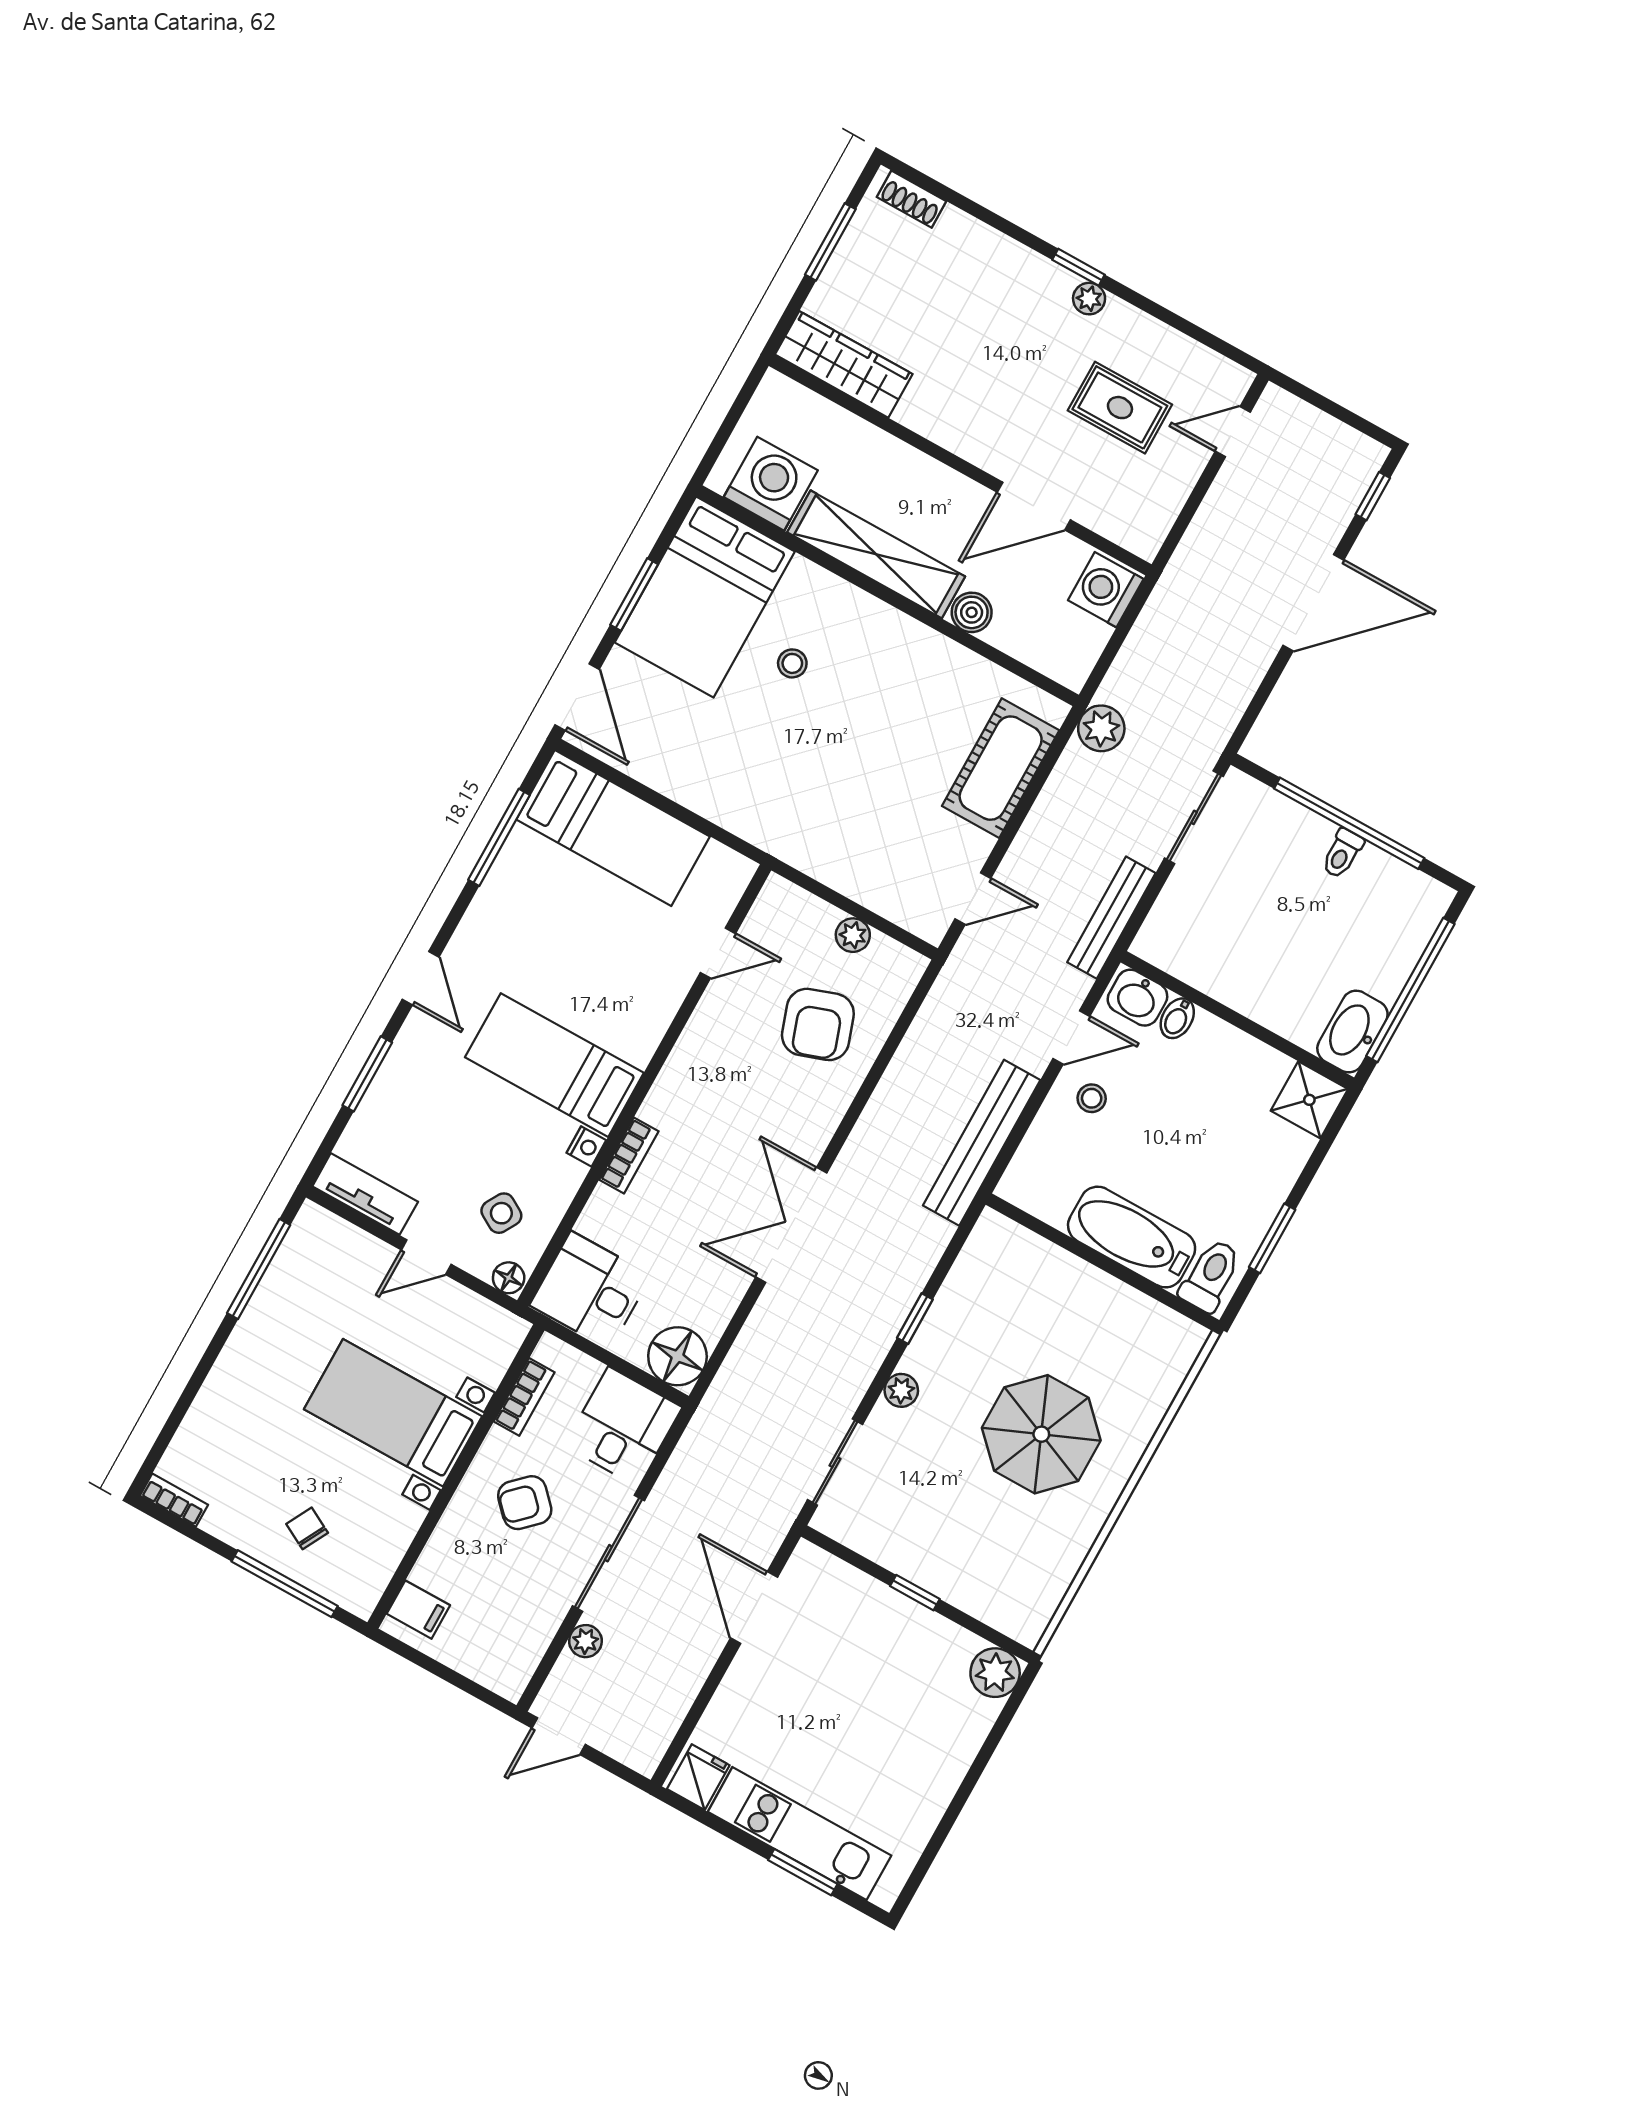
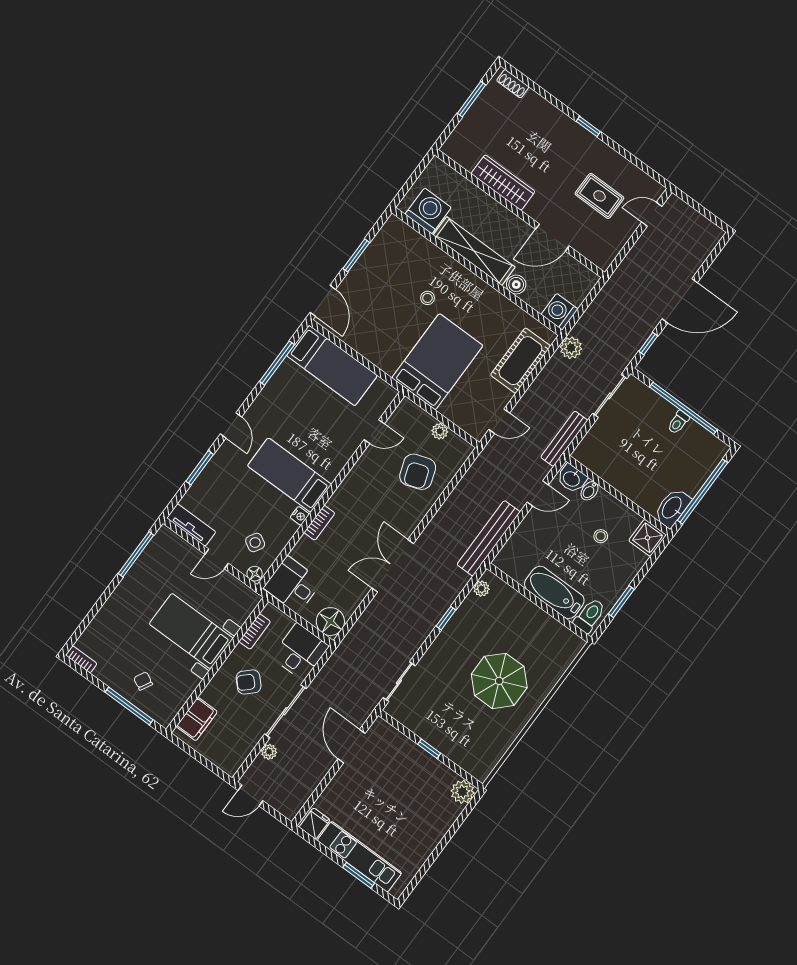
plant: (1089, 299) -> (591, 142), removed
wardrobe: (844, 364) -> (503, 182), moved
window: (1373, 496) -> (648, 344), moved
washing machine: (1106, 590) -> (560, 312), moved
bed: (705, 597) -> (437, 362), moved, turned 180
stool: (1092, 1098) -> (601, 536), moved
plant: (901, 1390) -> (481, 589), moved
filing cabinet: (418, 1610) -> (197, 719), width x2.00

